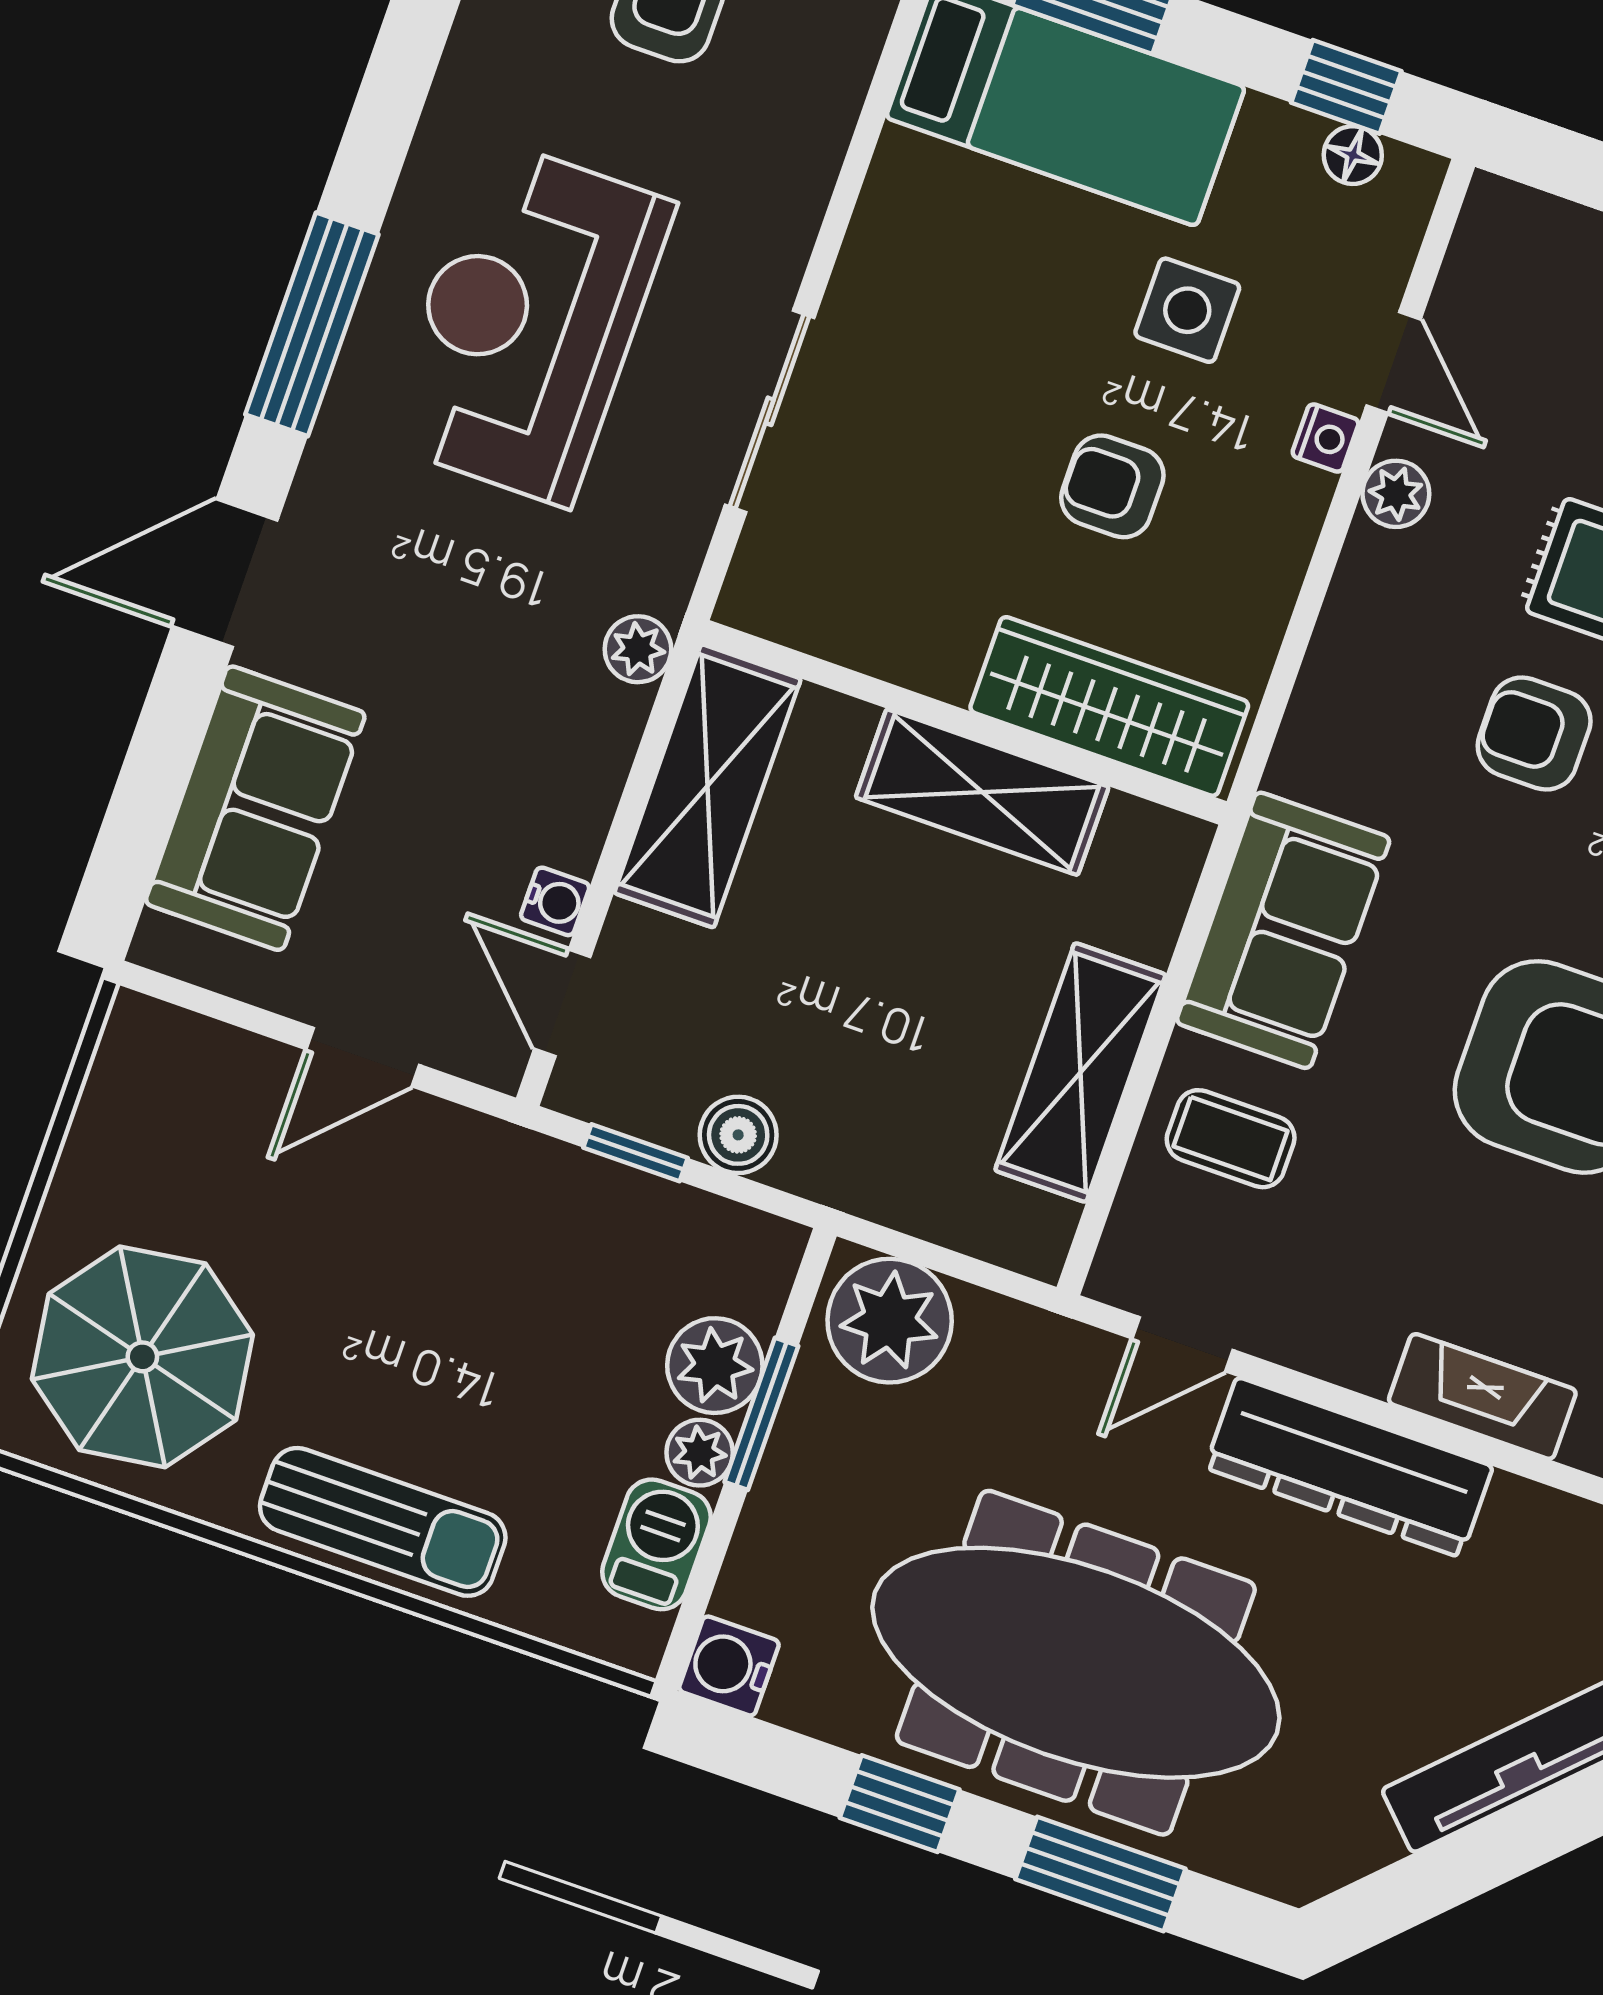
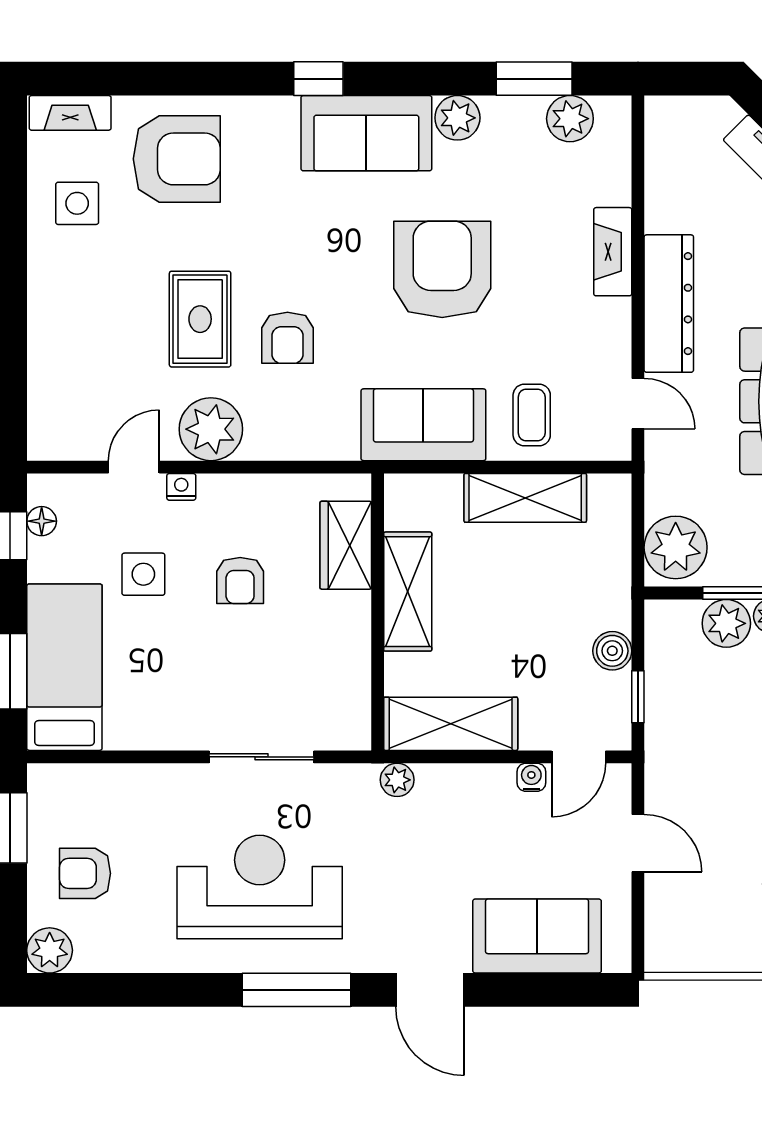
reception desk: (528, 323) -> (260, 887), turned 180
plant: (1396, 494) -> (211, 429), width x1.88, depth x1.88
wardrobe: (1109, 706) -> (346, 545), width x0.67

